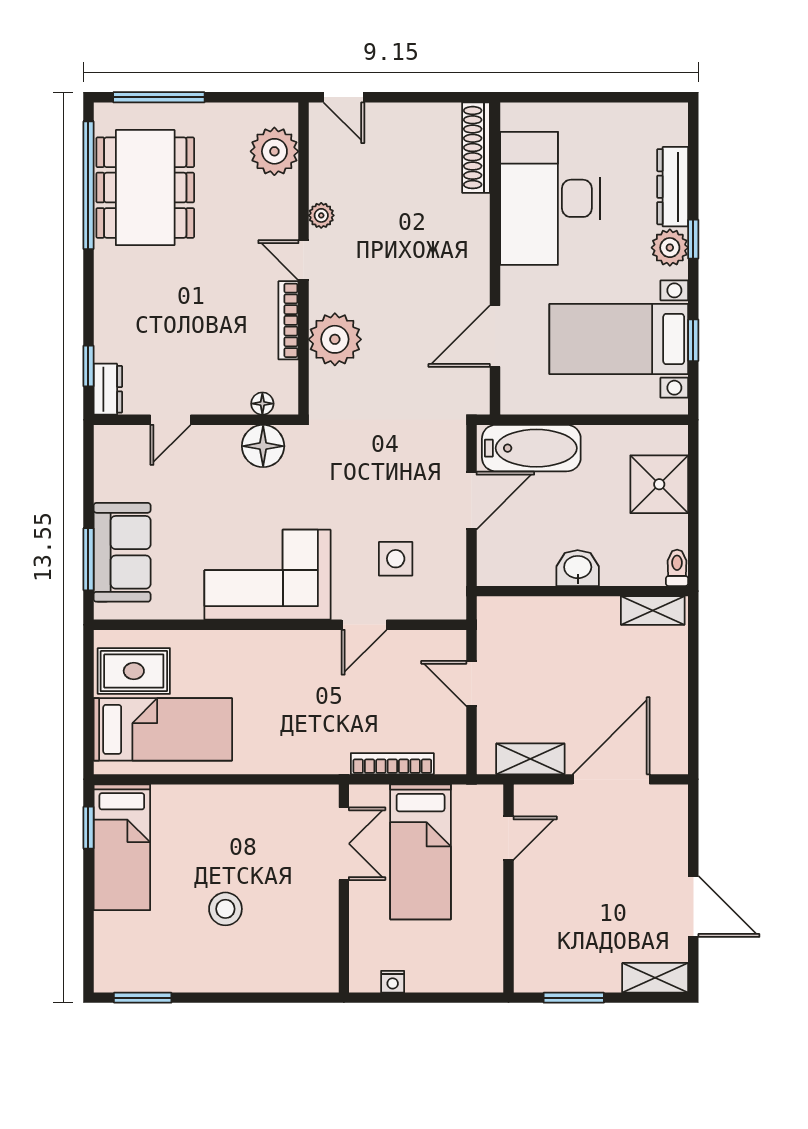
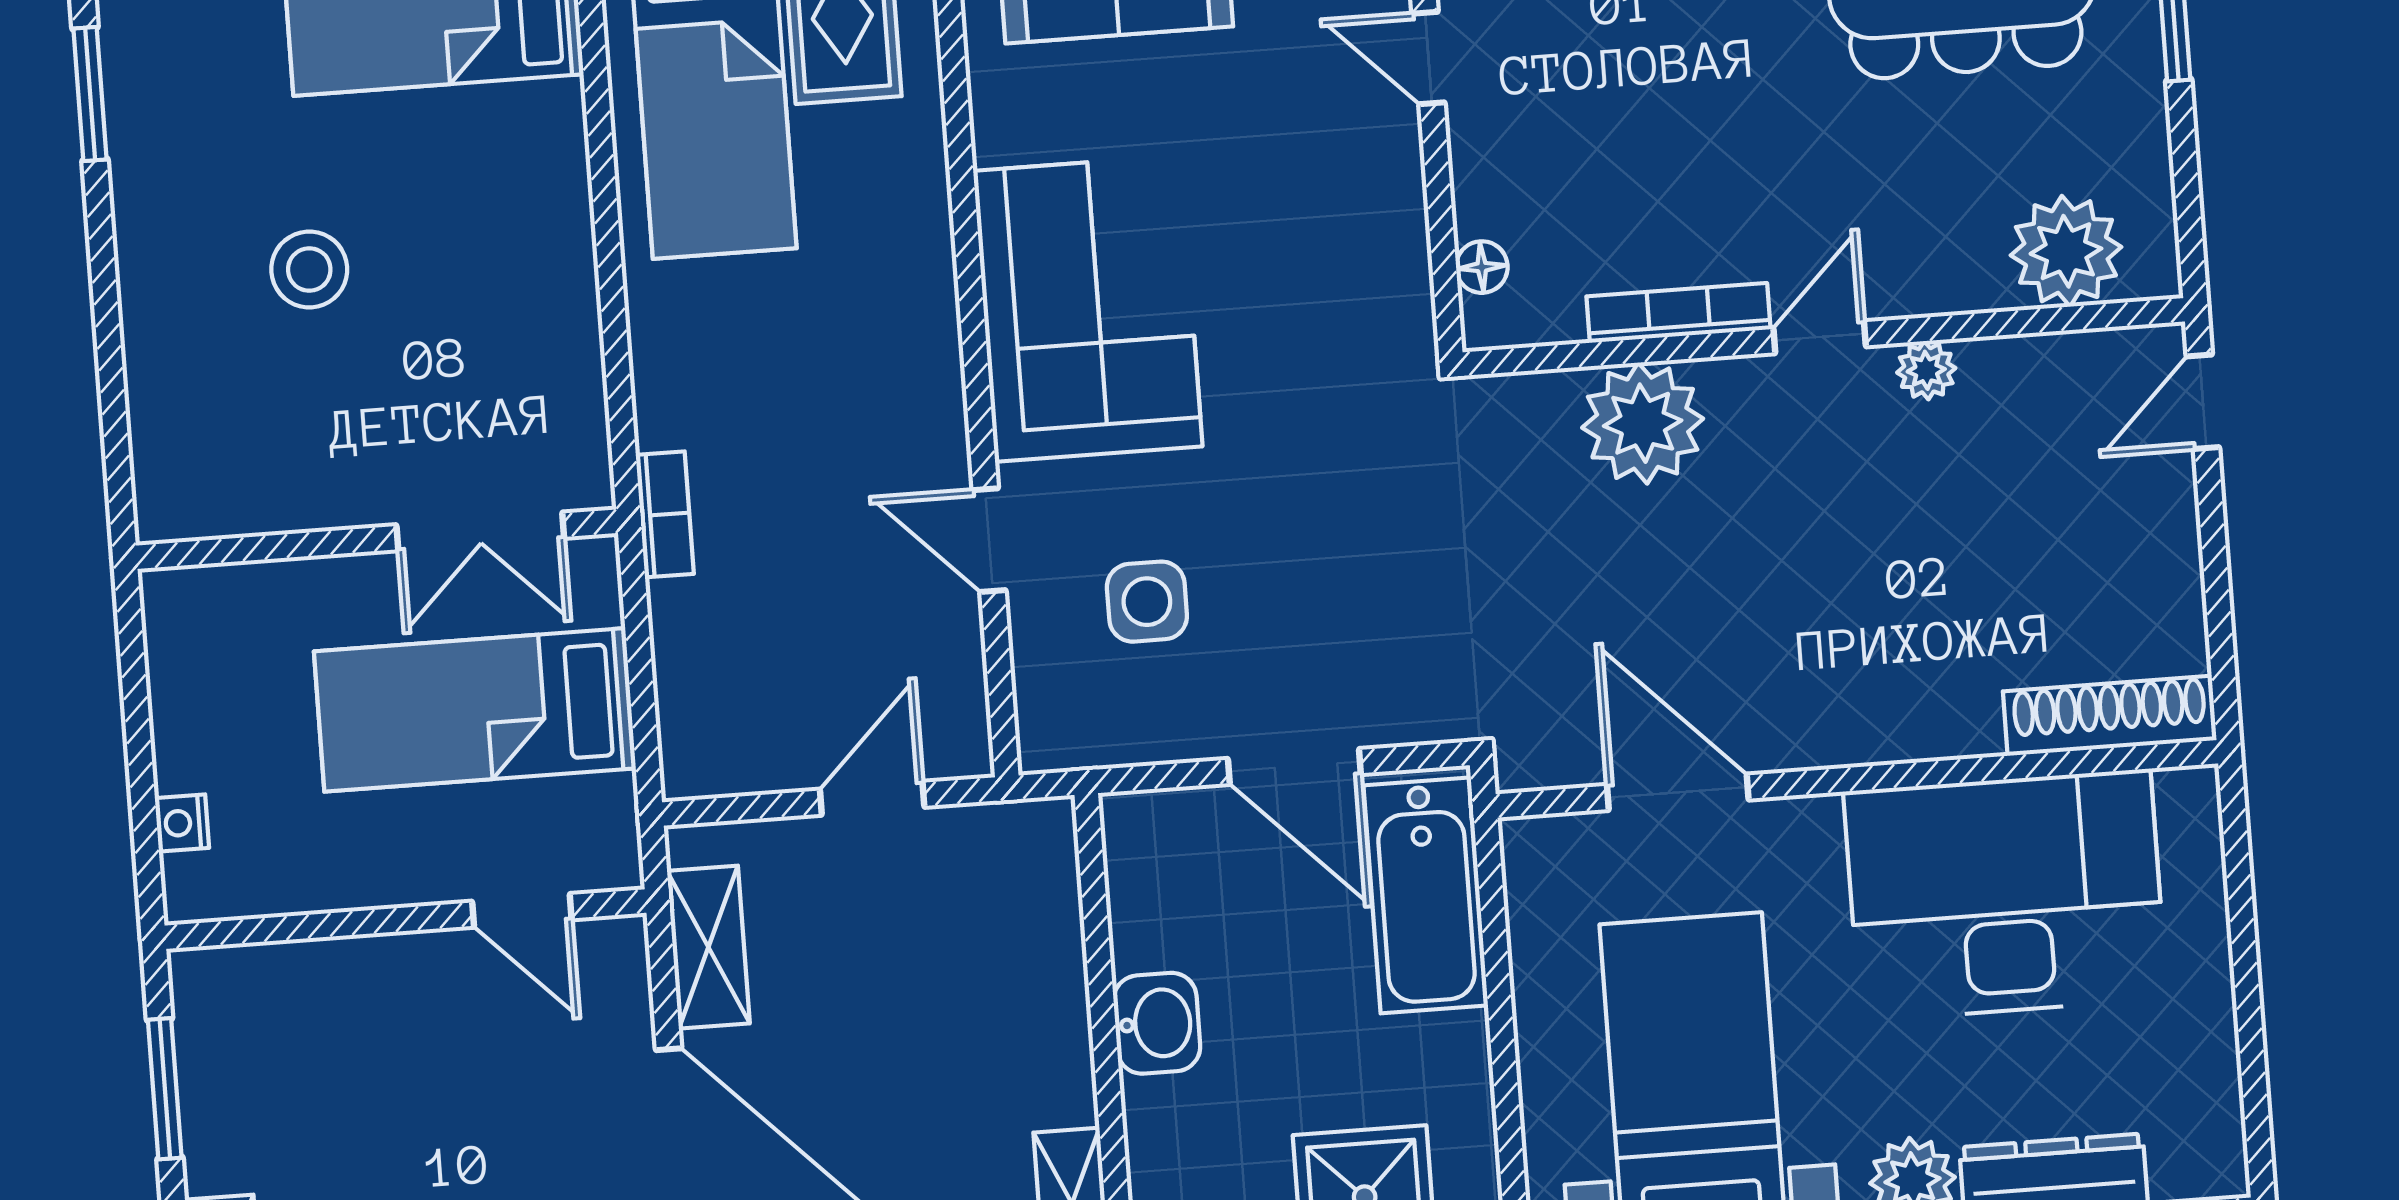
floor lamp: (263, 446) -> (1384, 276), removed
bookcase: (392, 764) -> (665, 514), moved, width x0.64
nightstand: (393, 982) -> (182, 823), moved

